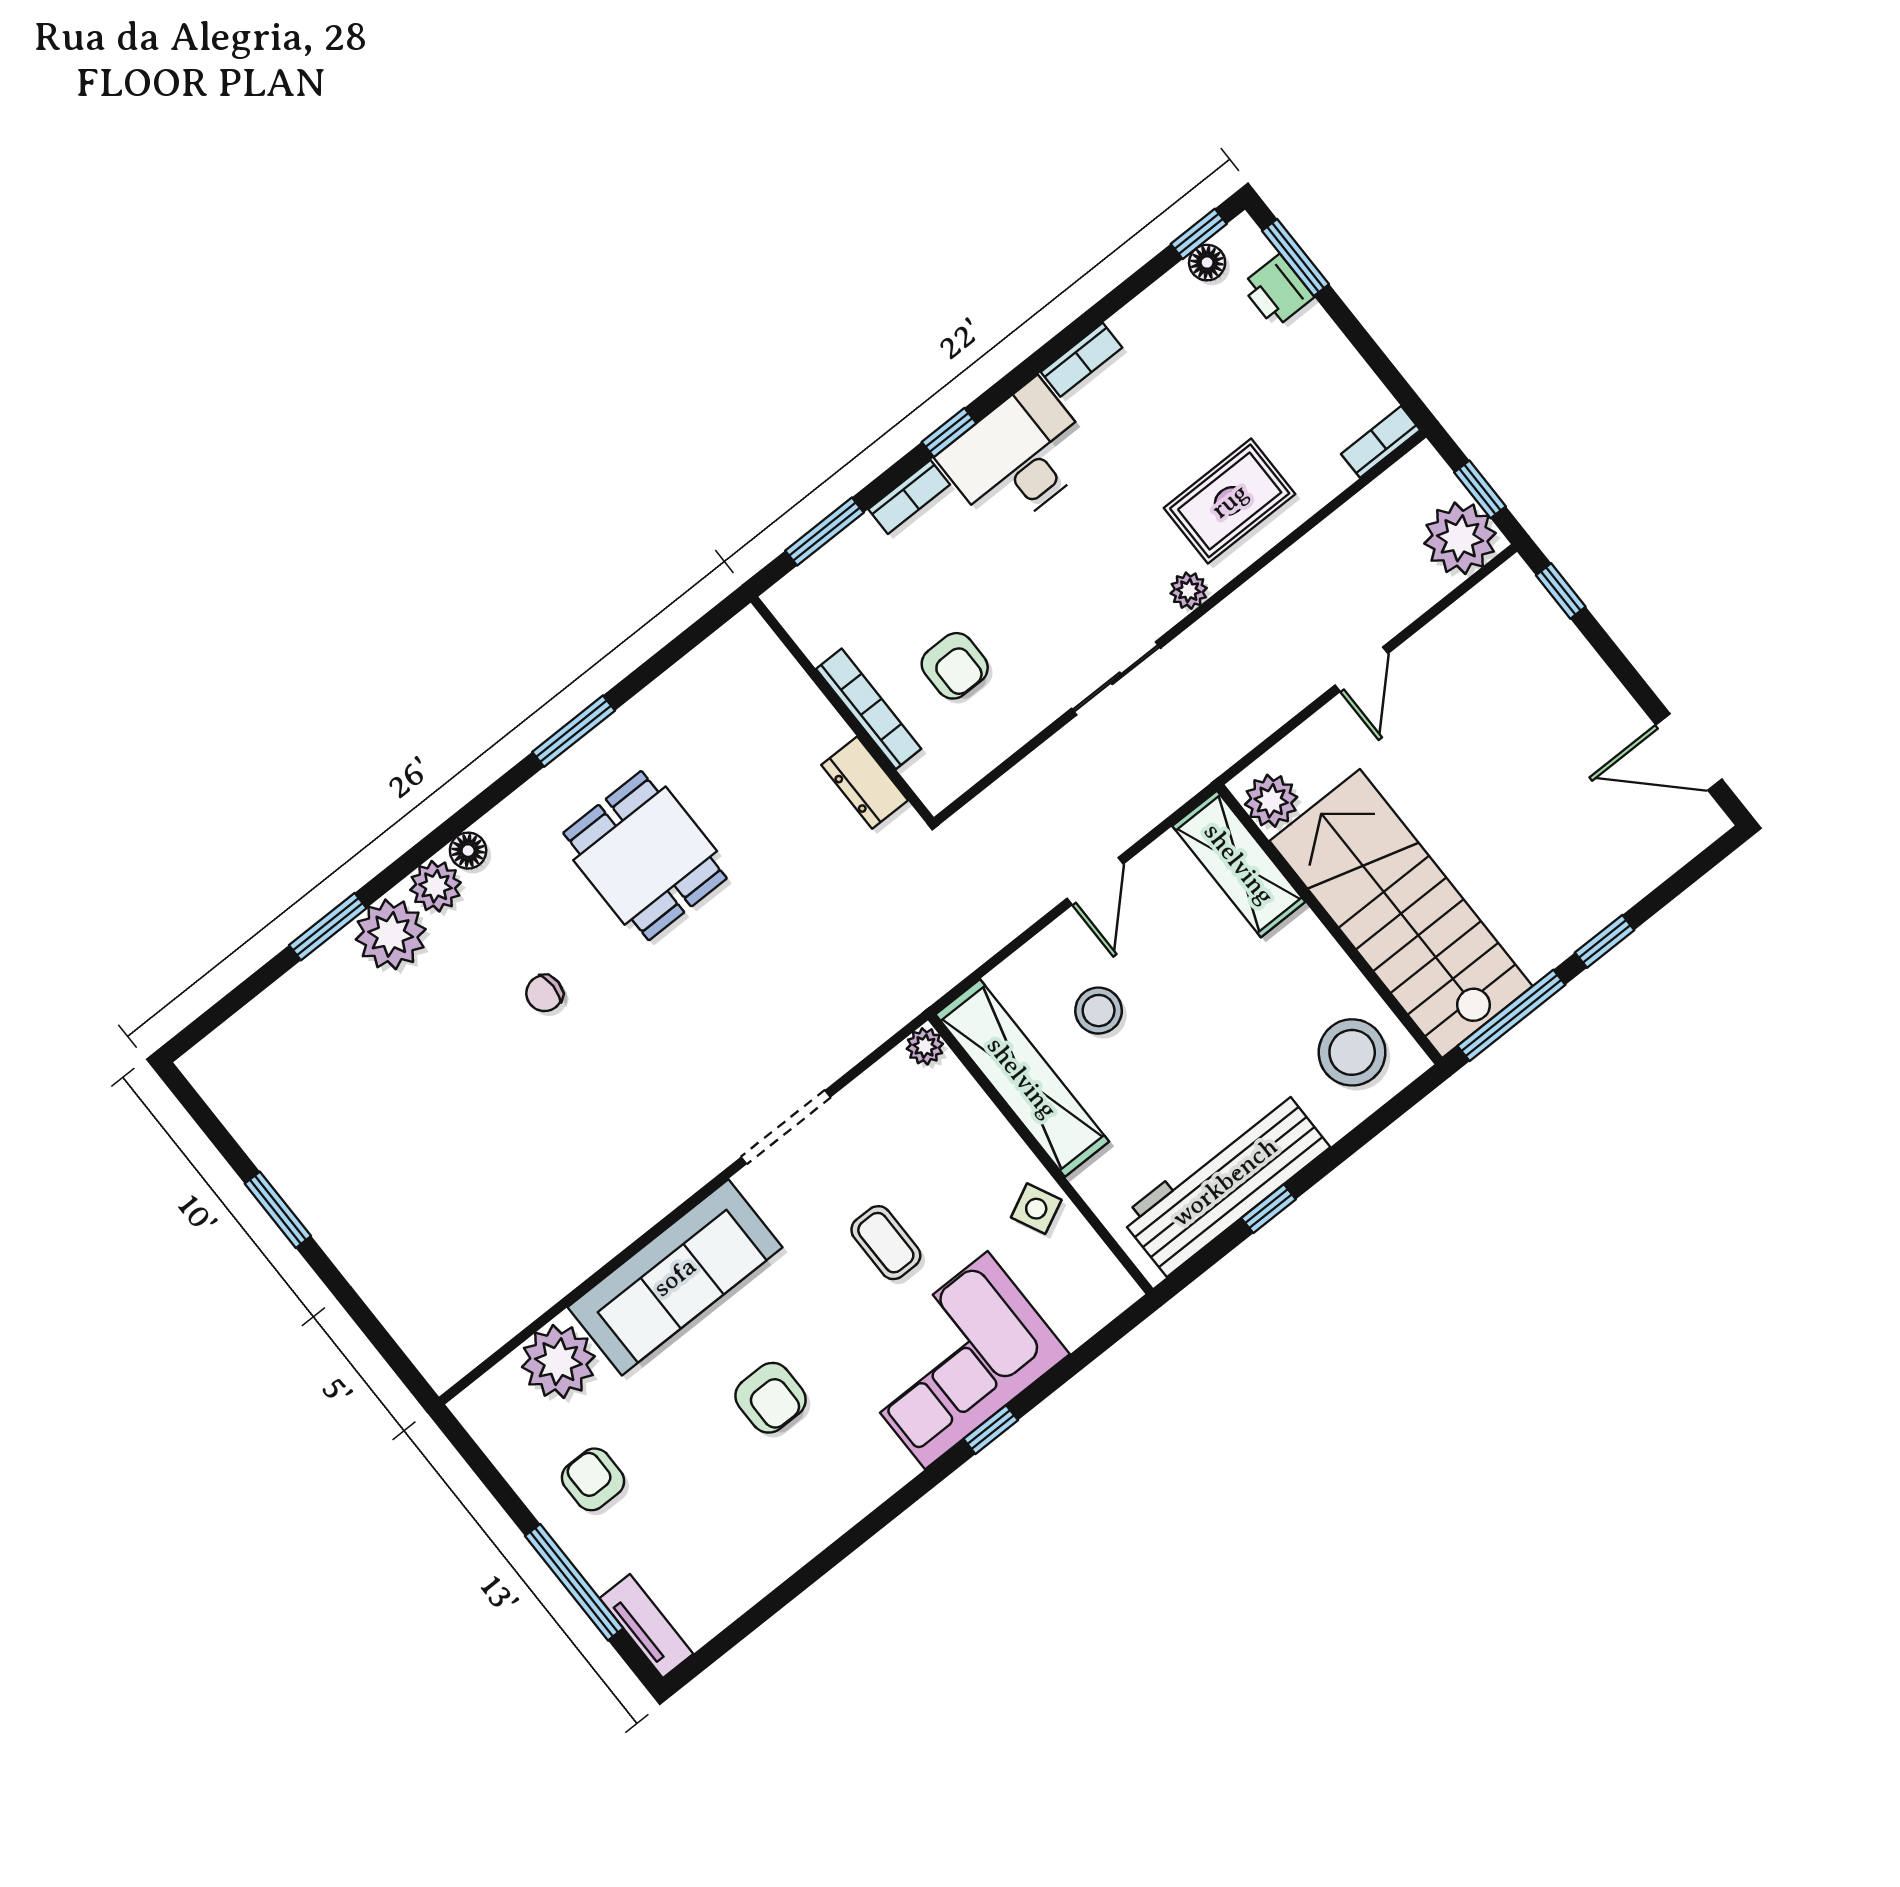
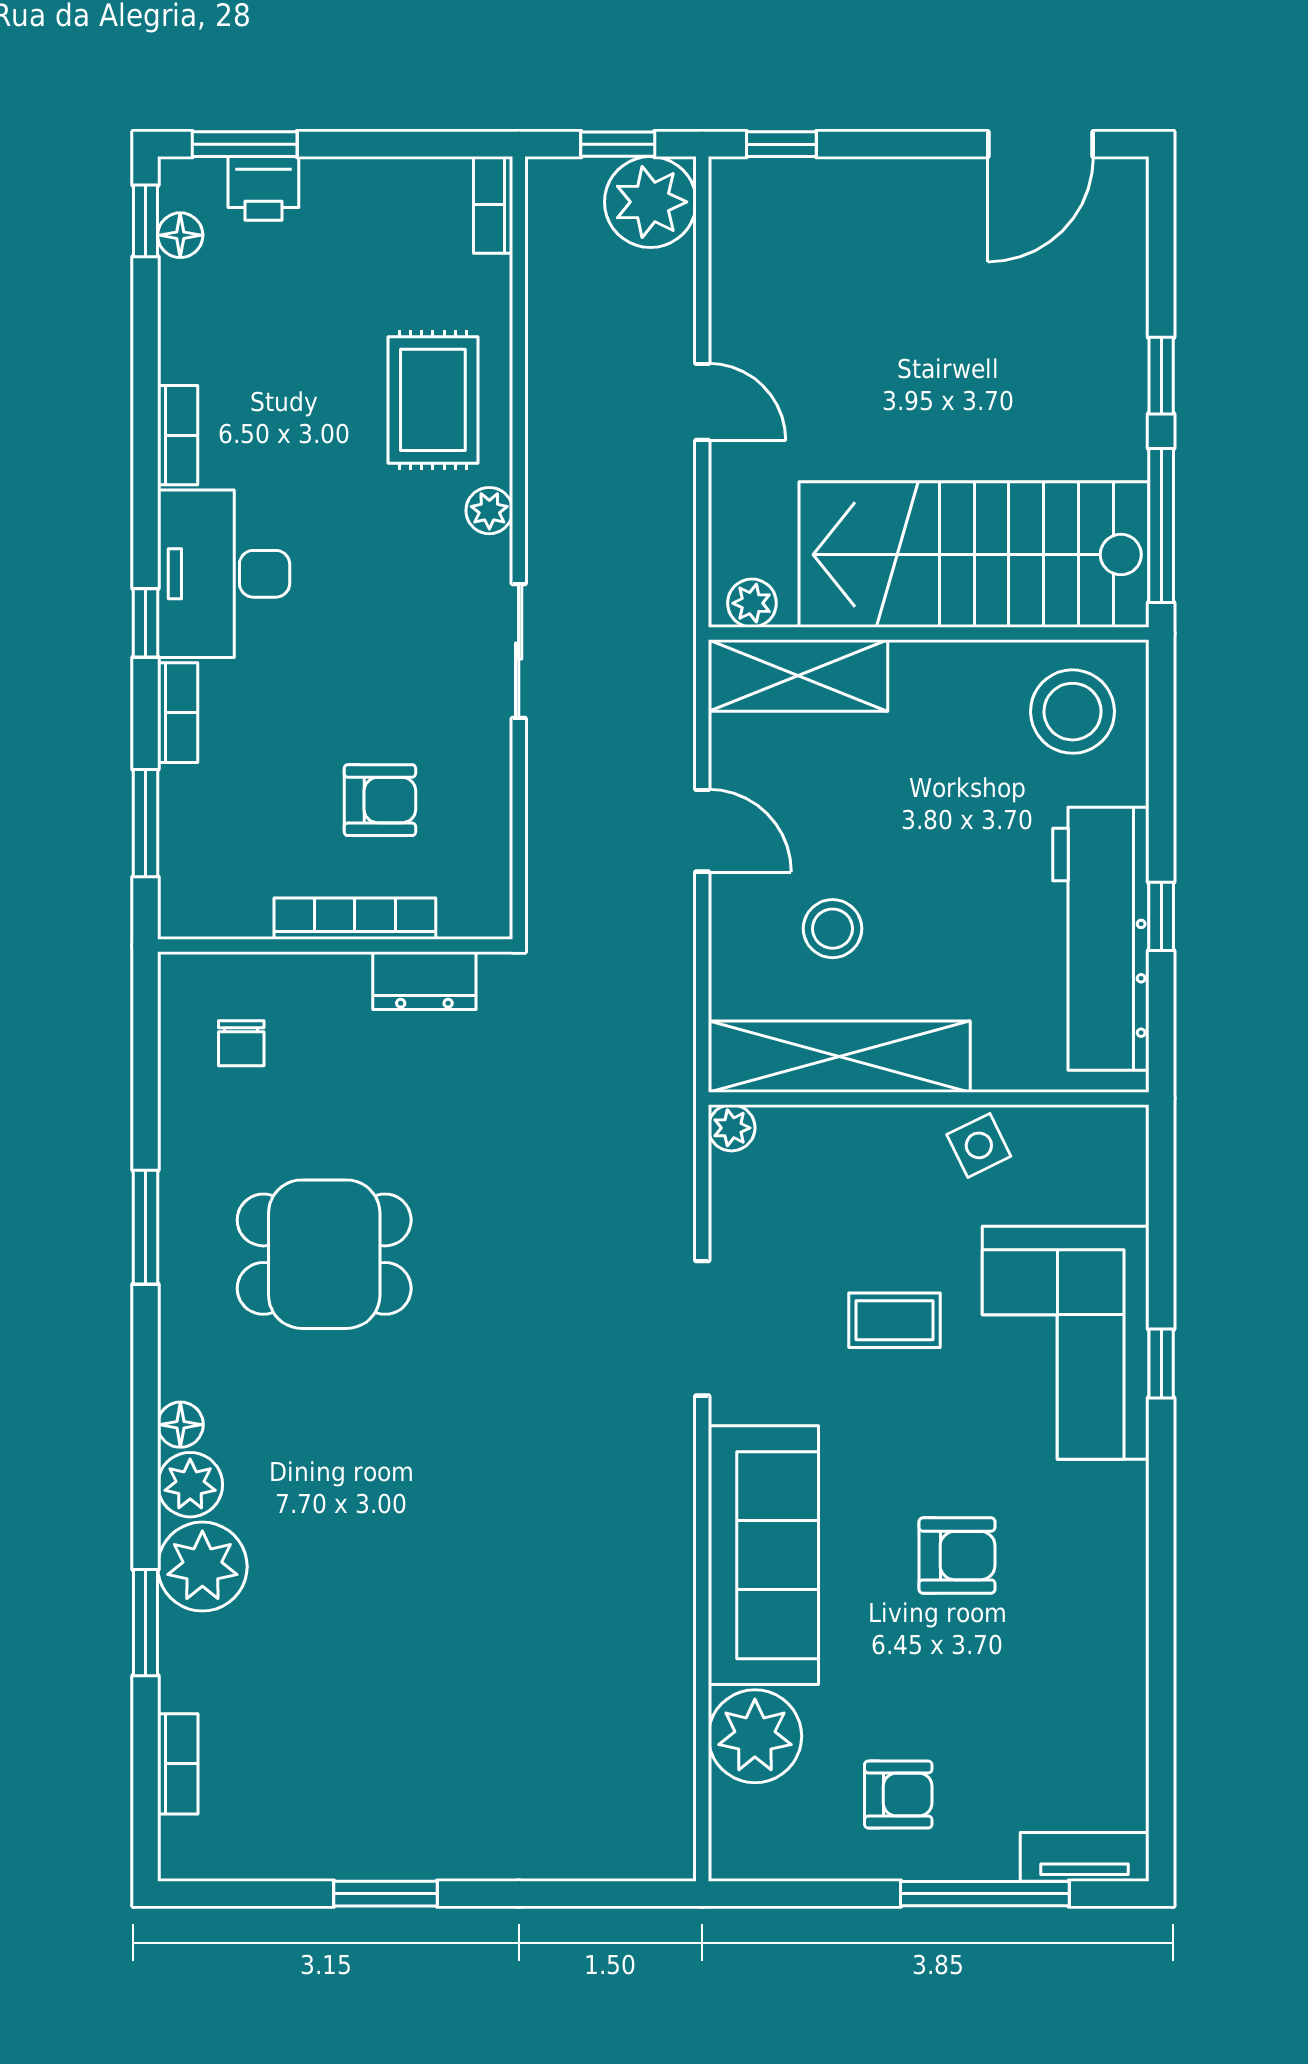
plant: (1271, 801) -> (752, 603), width x0.73, depth x0.73
chair: (544, 993) -> (241, 1043), moved
bookcase: (256, 1017) -> (178, 1764), added
armchair: (593, 1479) -> (898, 1795), turned 180

